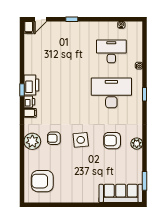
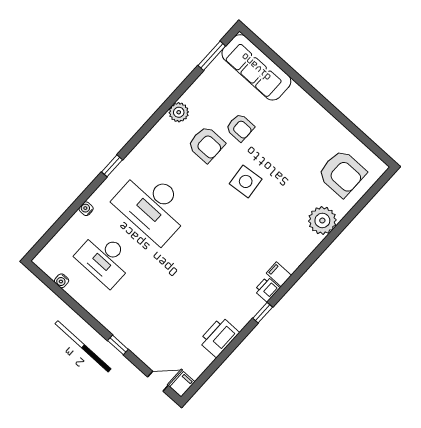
printer: (31, 85) -> (219, 337), moved
armchair: (54, 138) -> (240, 128), moved
plant: (32, 141) -> (322, 220), moved

